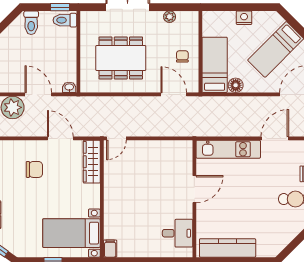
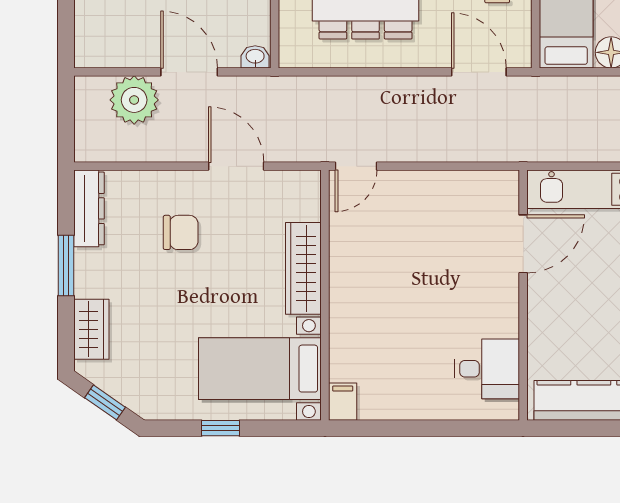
wardrobe: (92, 162) -> (303, 268), moved
door: (194, 189) -> (523, 244), moved

